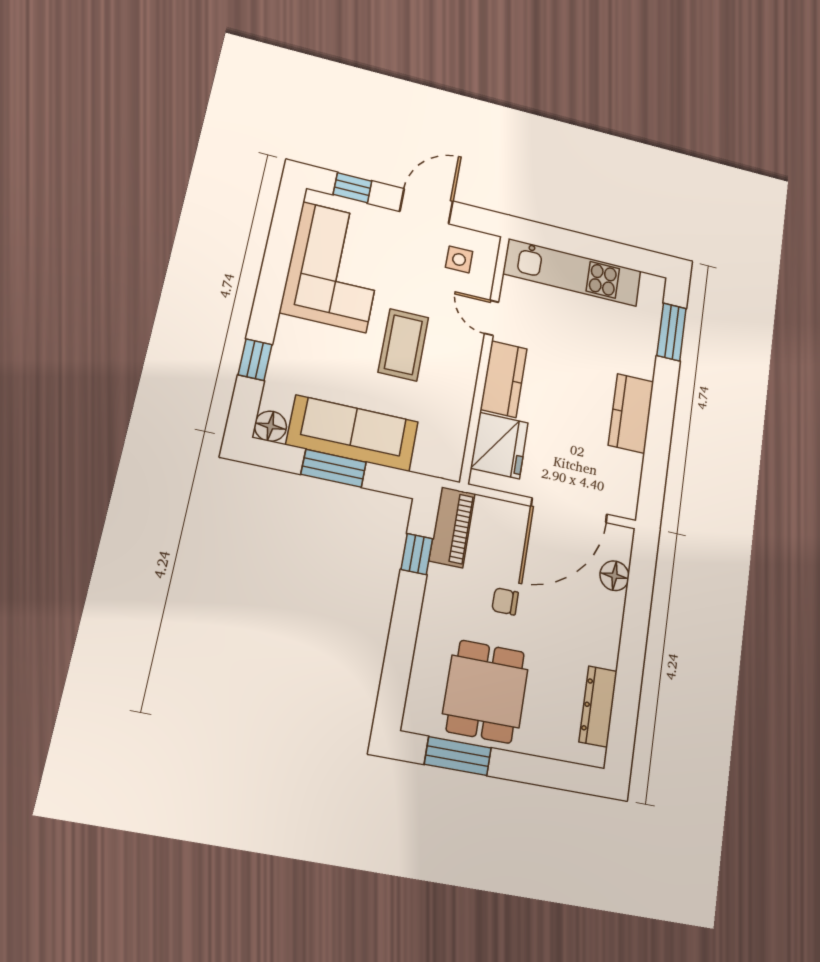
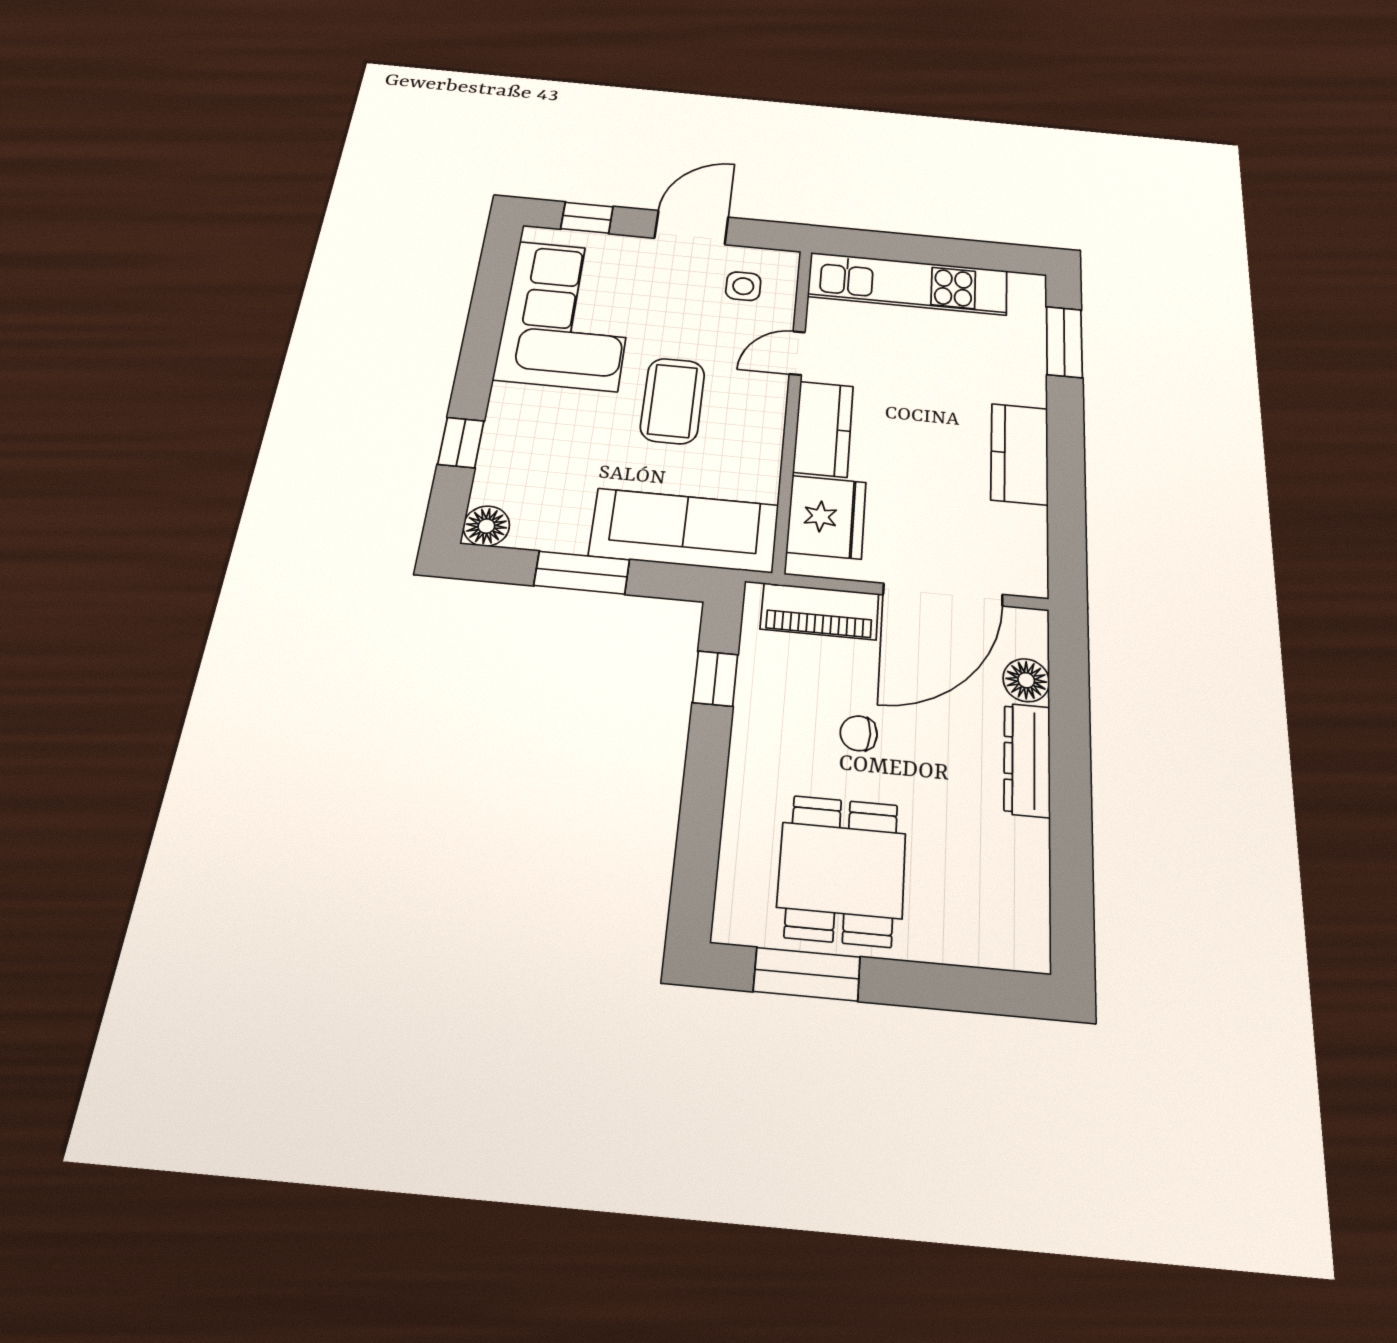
door: (492, 318) -> (797, 353), hinge flipped
sofa: (353, 433) -> (684, 530), moved
piano: (452, 527) -> (820, 611), moved, turned 90
dresser: (598, 706) -> (1027, 760), moved

